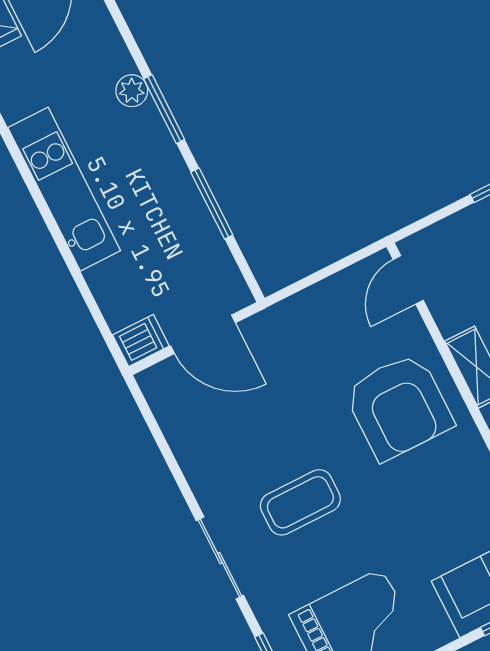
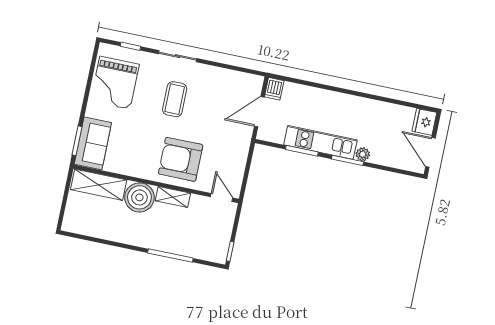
kitchen unit: (64, 189) -> (320, 142), moved, turned 180

